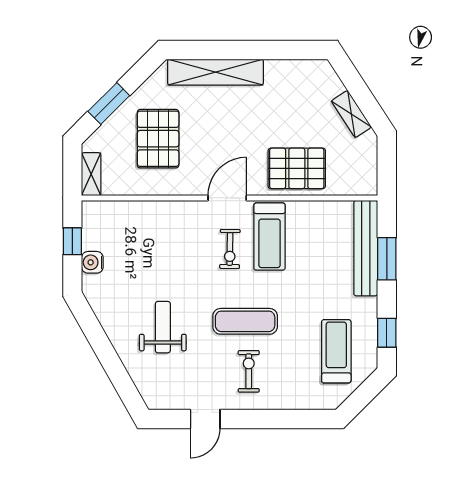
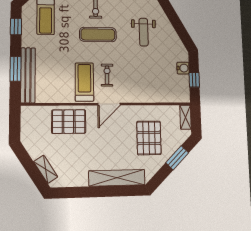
shelving: (351, 114) -> (46, 169), moved

